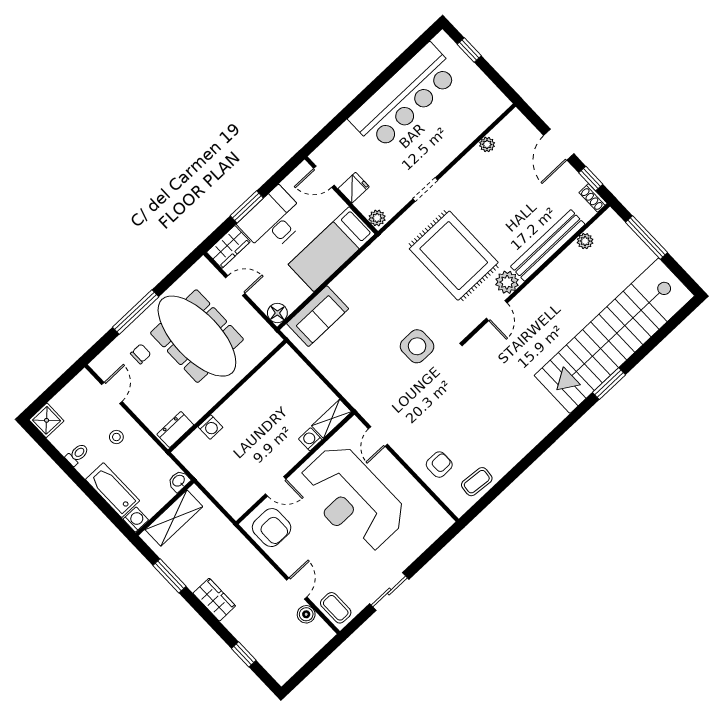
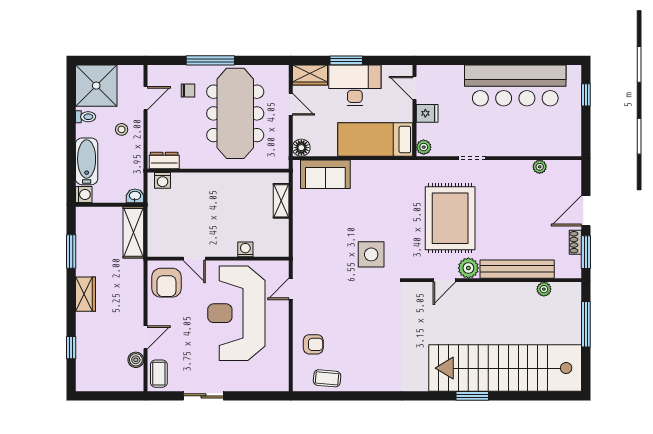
window: (591, 179) -> (586, 252), width x1.50
shoe rack: (593, 198) -> (575, 242), moved
shelving: (331, 419) -> (281, 201), moved, turned 90
shower: (47, 420) -> (96, 86), width x1.86, depth x1.86
washing machine: (210, 427) -> (163, 180), moved
shelving: (174, 518) -> (133, 232), moved, turned 90

